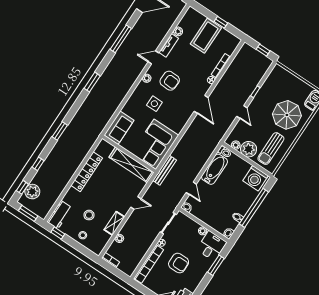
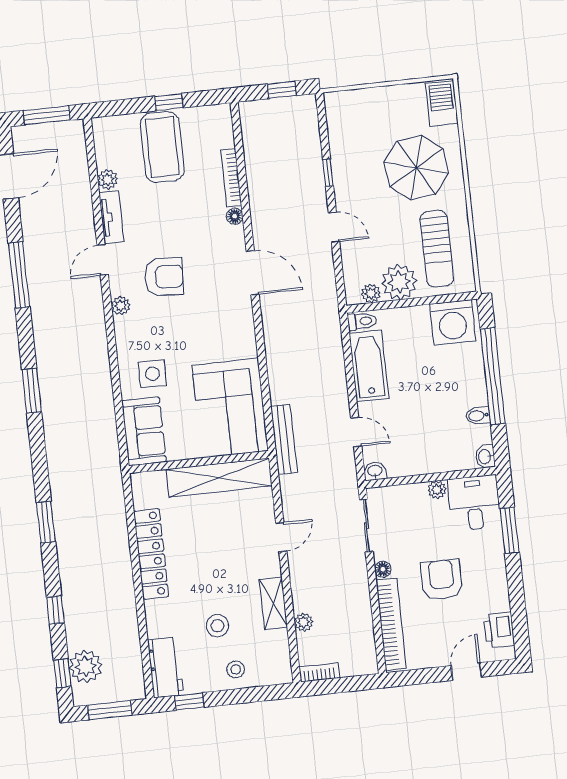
side table: (154, 104) -> (152, 374), moved
armchair: (179, 263) -> (442, 580), turned -90

